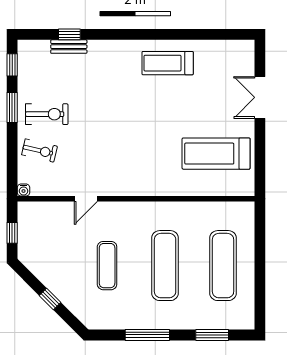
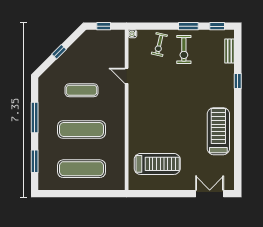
window: (69, 34) -> (238, 81), moved
bench: (69, 47) -> (230, 51), moved
treadmill: (168, 63) -> (218, 131), width x1.37, depth x1.38
double door: (260, 97) -> (210, 194), moved
treadmill: (216, 154) -> (157, 164), turned 90

